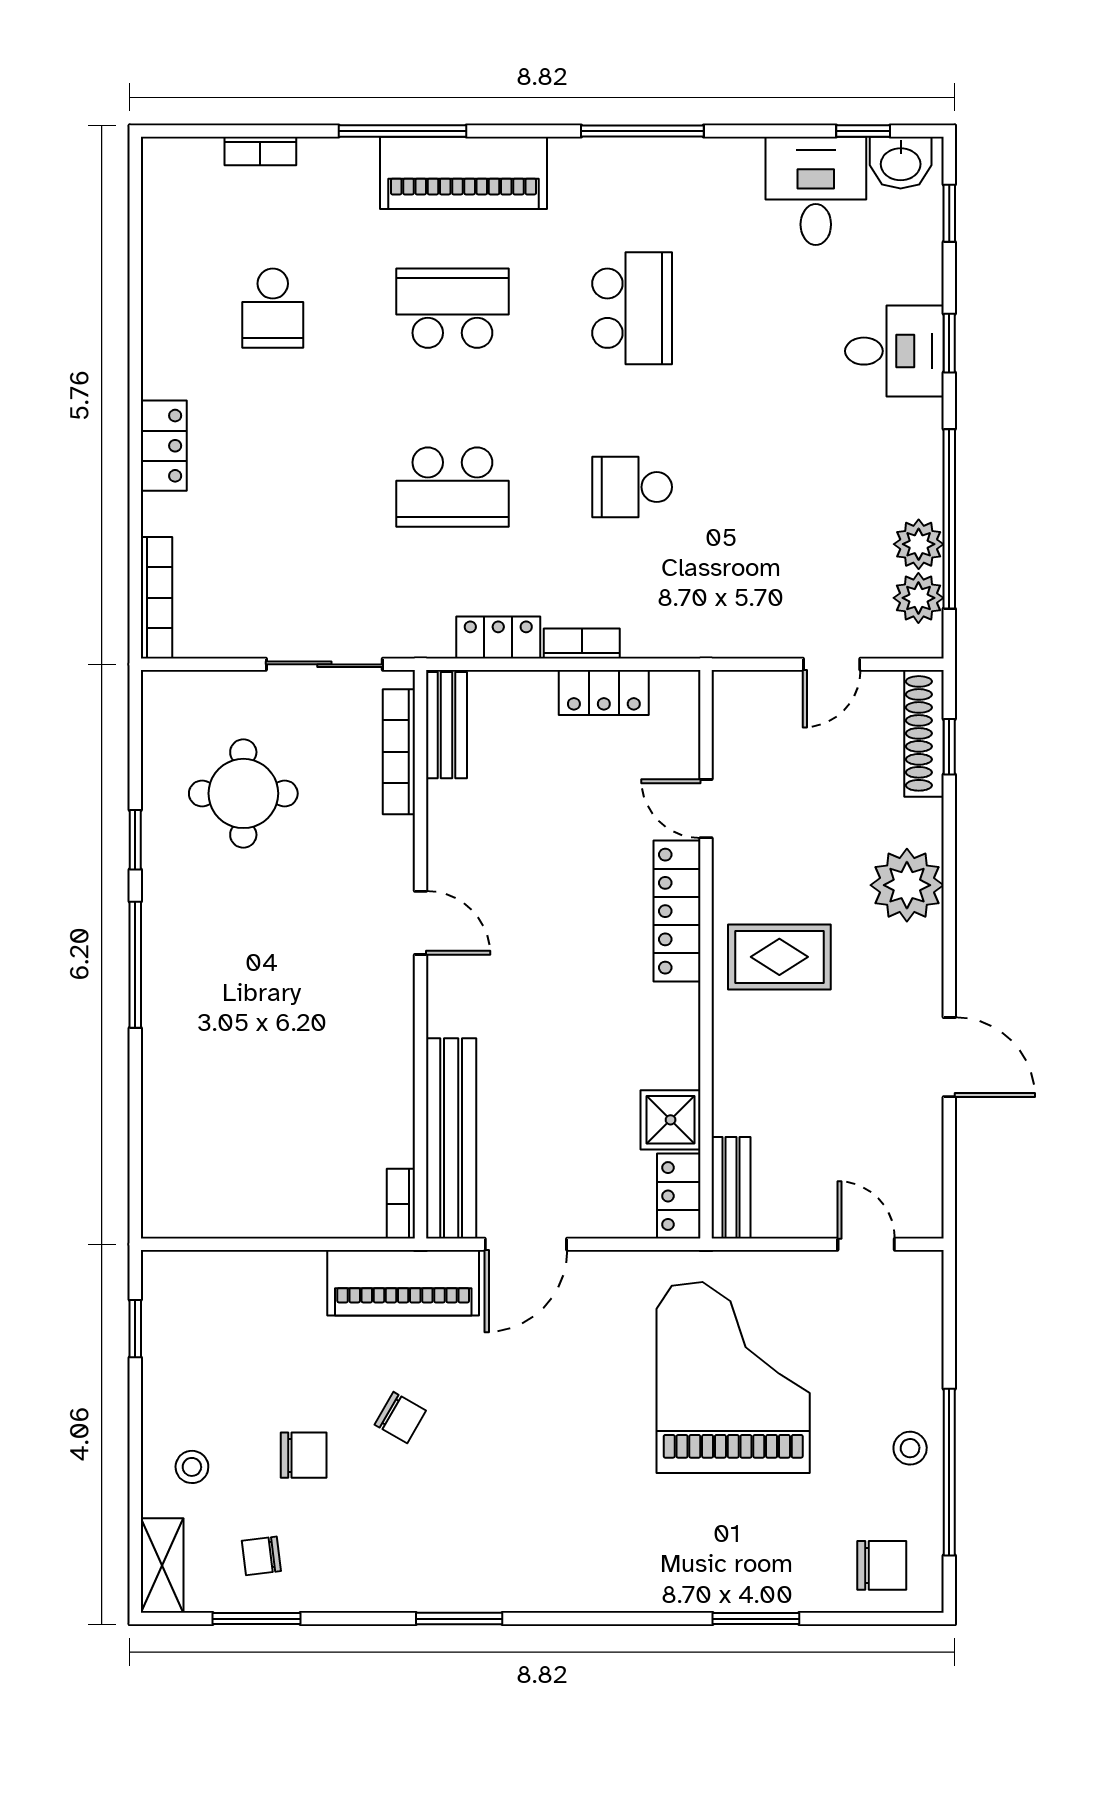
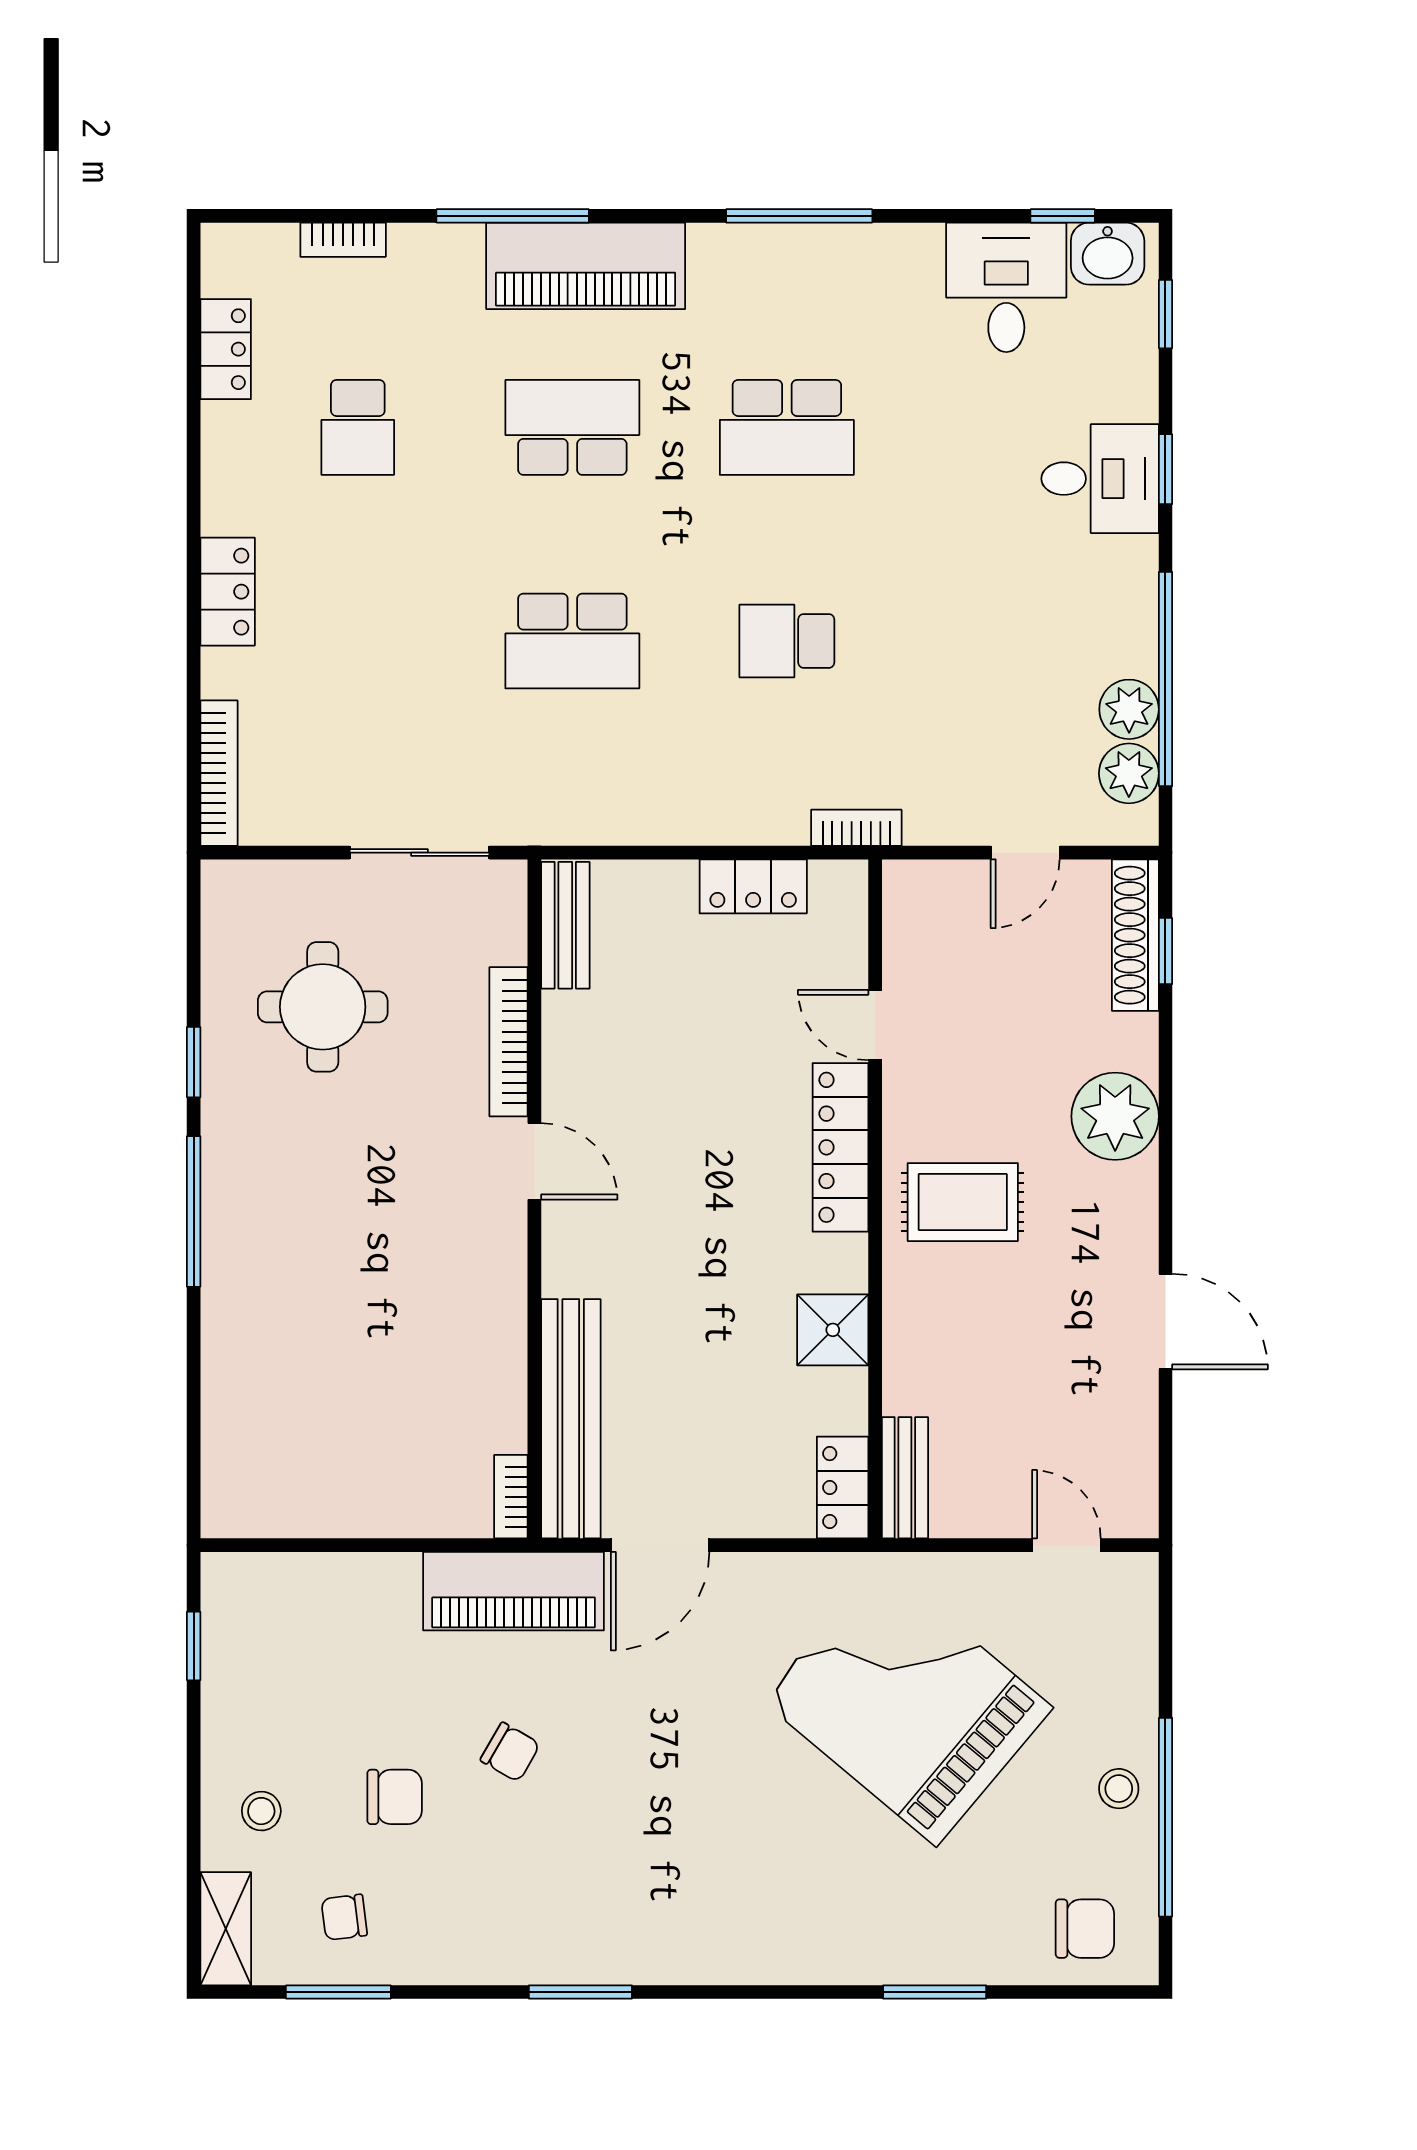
school desk: (632, 308) -> (787, 427), turned 90
locker: (498, 637) -> (226, 349), moved, turned 90
bookcase: (582, 643) -> (856, 828), moved
bookcase: (399, 752) -> (509, 1042), moved
shower: (671, 1120) -> (833, 1330), moved
grand piano: (733, 1377) -> (908, 1704), turned -50

